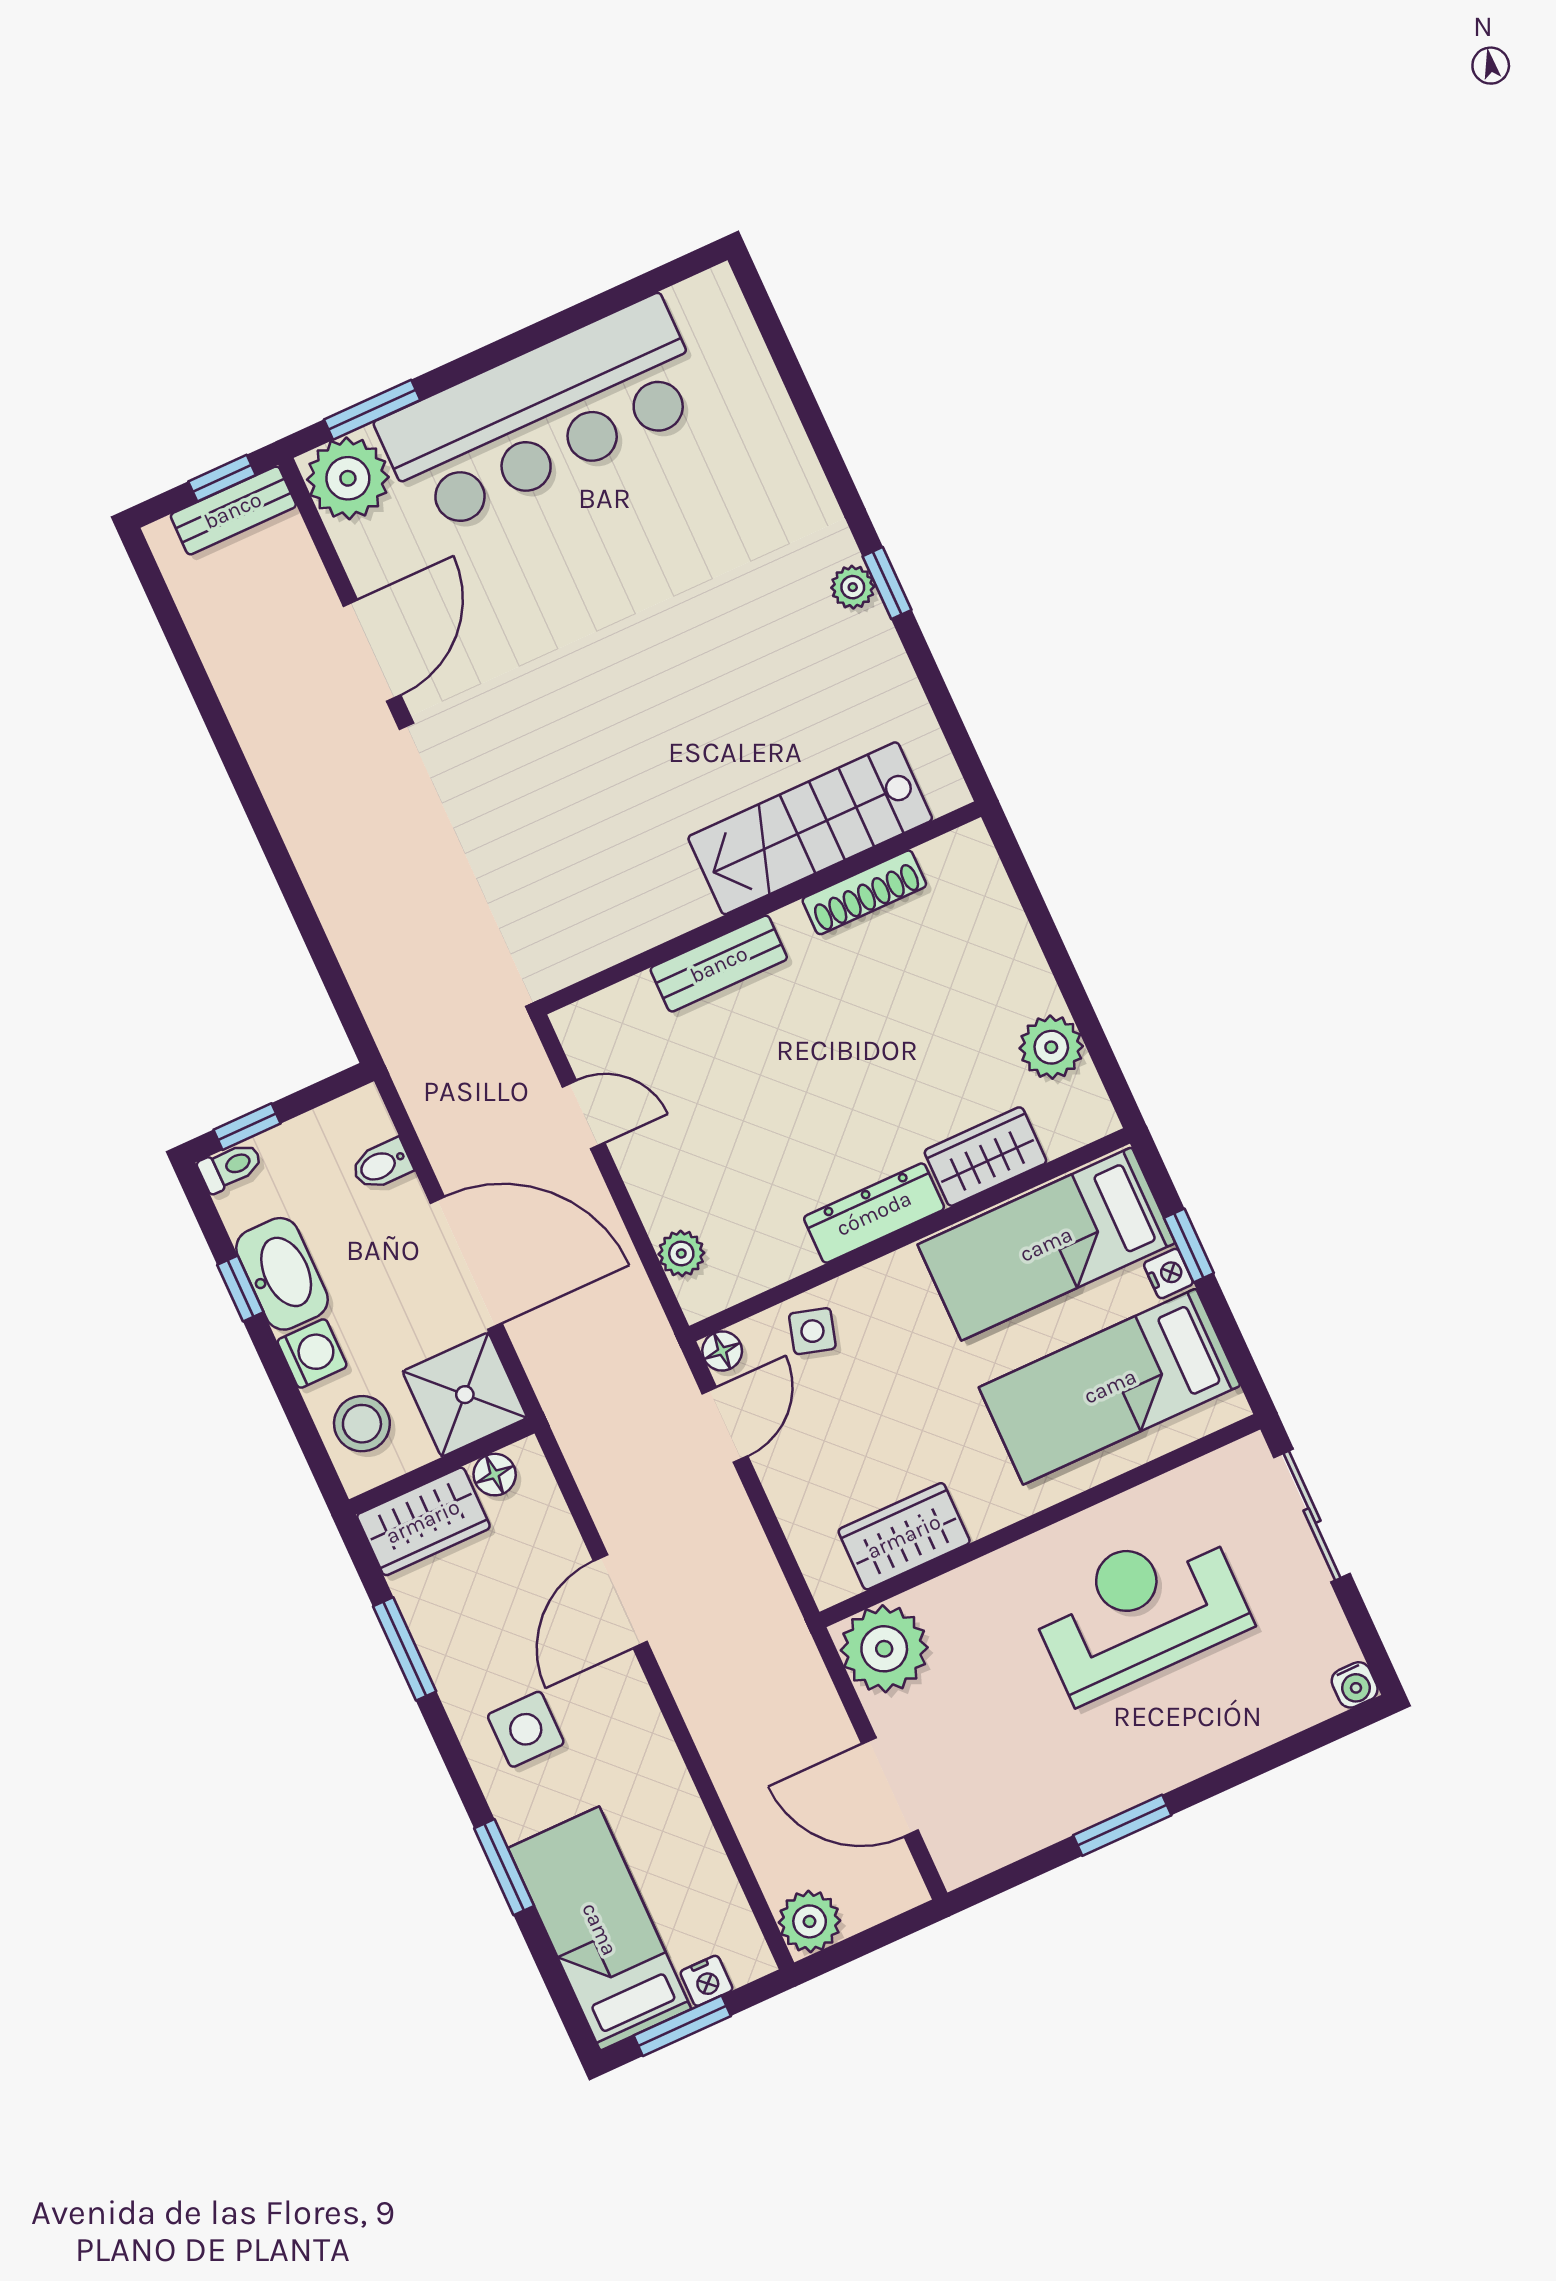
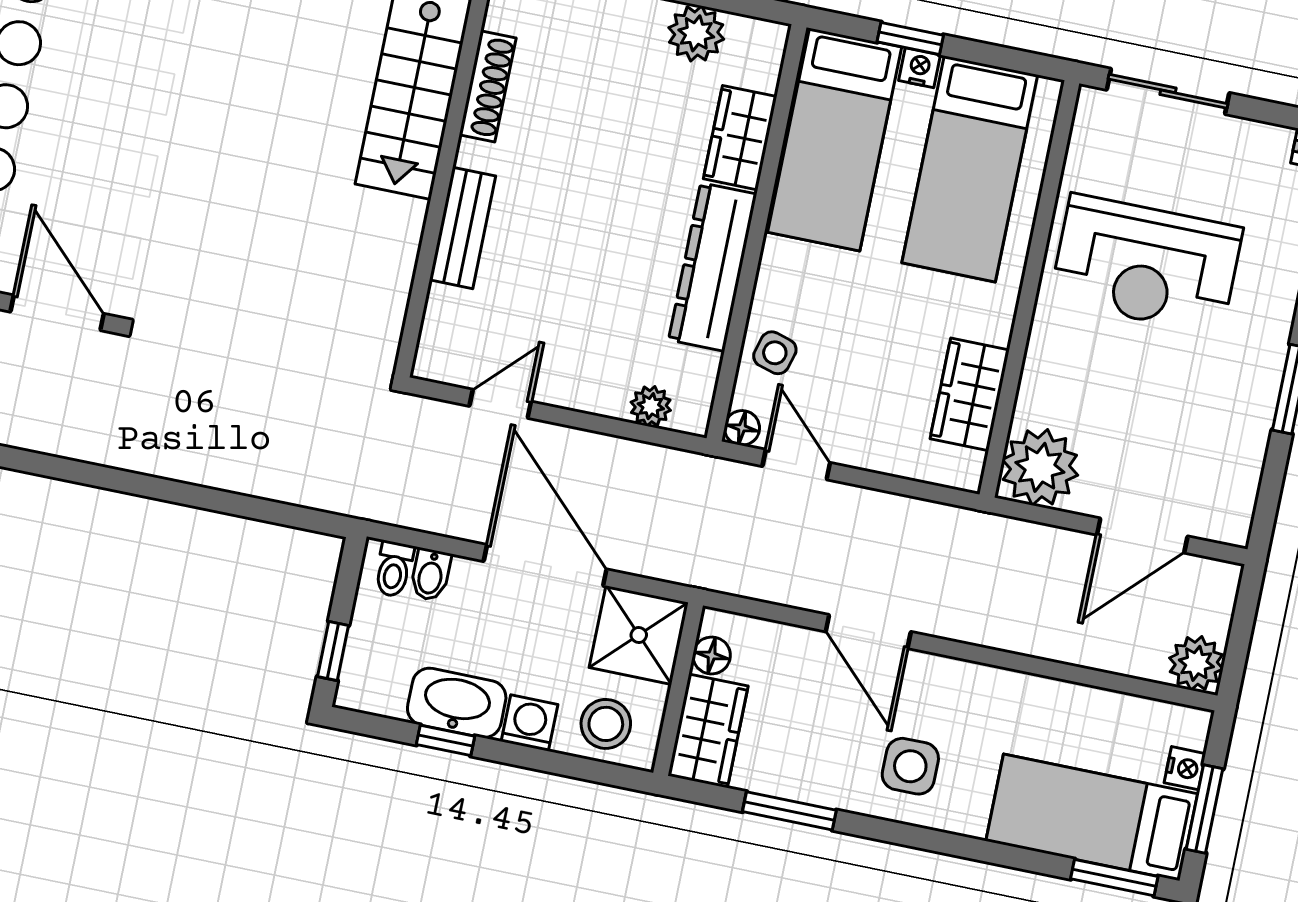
toilet: (230, 1167) -> (394, 569), moved, turned 180
dresser: (874, 1213) -> (713, 267), width x1.37, depth x1.24
door: (466, 1263) -> (545, 565), hinge flipped
reception desk: (1140, 1611) -> (1146, 264), turned -90
window: (504, 1867) -> (1114, 878), moved

